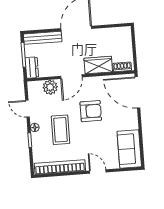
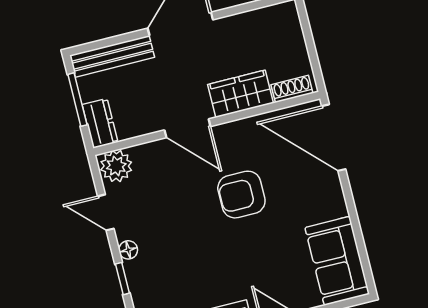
door: (71, 77) -> (187, 128), hinge flipped
plant: (50, 87) -> (116, 166), moved
armchair: (91, 111) -> (241, 195), turned 180
coffee table: (61, 130) -> (184, 245), removed

